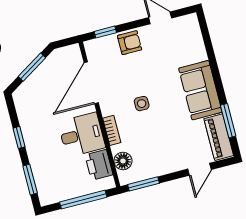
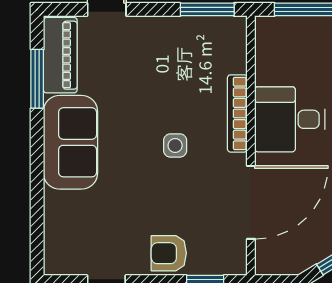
bookcase: (112, 130) -> (237, 113), width x1.56
floor lamp: (123, 161) -> (232, 57), removed
printer: (99, 165) -> (274, 61), removed

